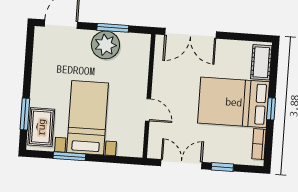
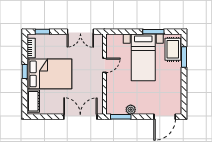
window: (113, 28) -> (121, 117), moved
plant: (105, 45) -> (131, 110), width x0.53, depth x0.53
door: (148, 110) -> (104, 65), swing flipped
window: (222, 167) -> (42, 32), moved

